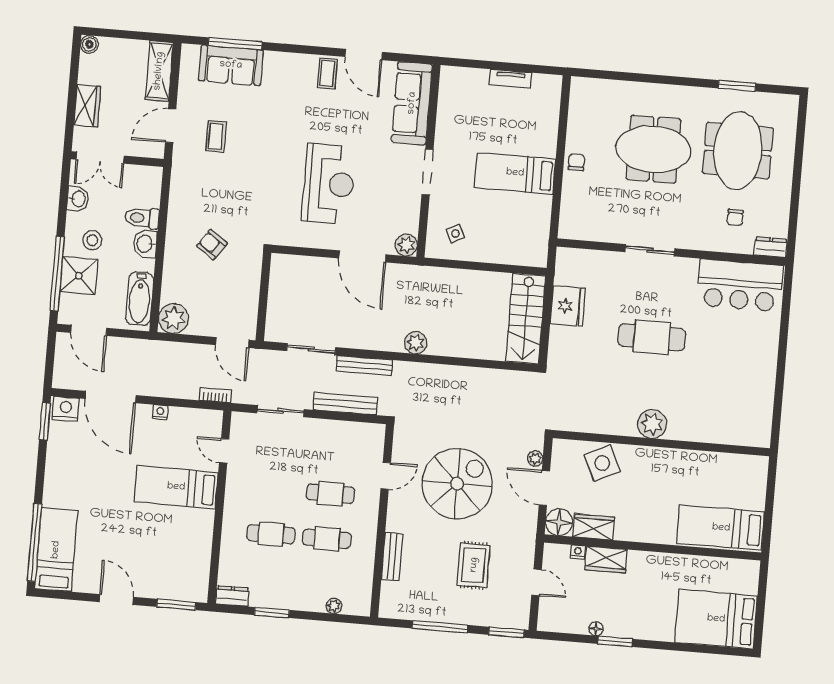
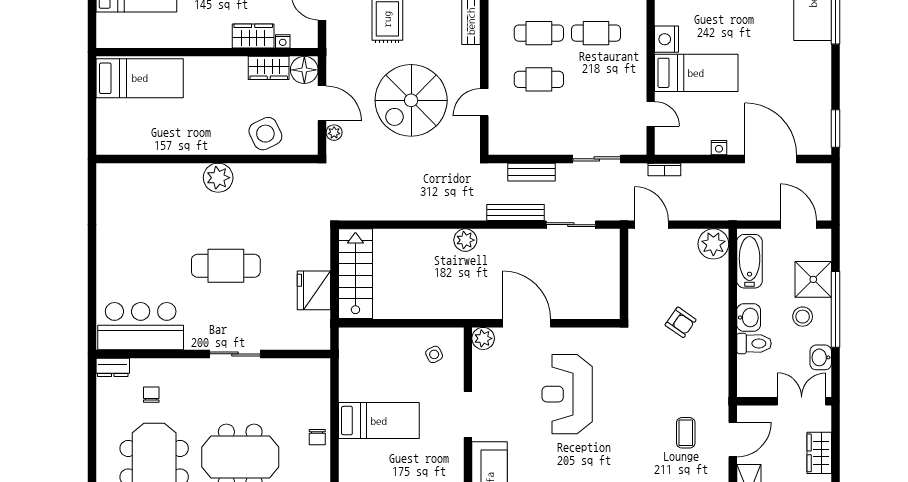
window: (57, 274) -> (835, 309), moved
bench: (345, 404) -> (531, 172), width x0.73
nightstand: (66, 409) -> (667, 39), moved, turned 90

